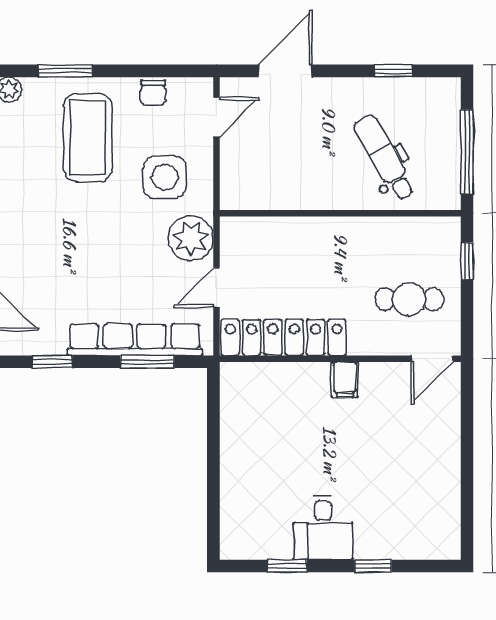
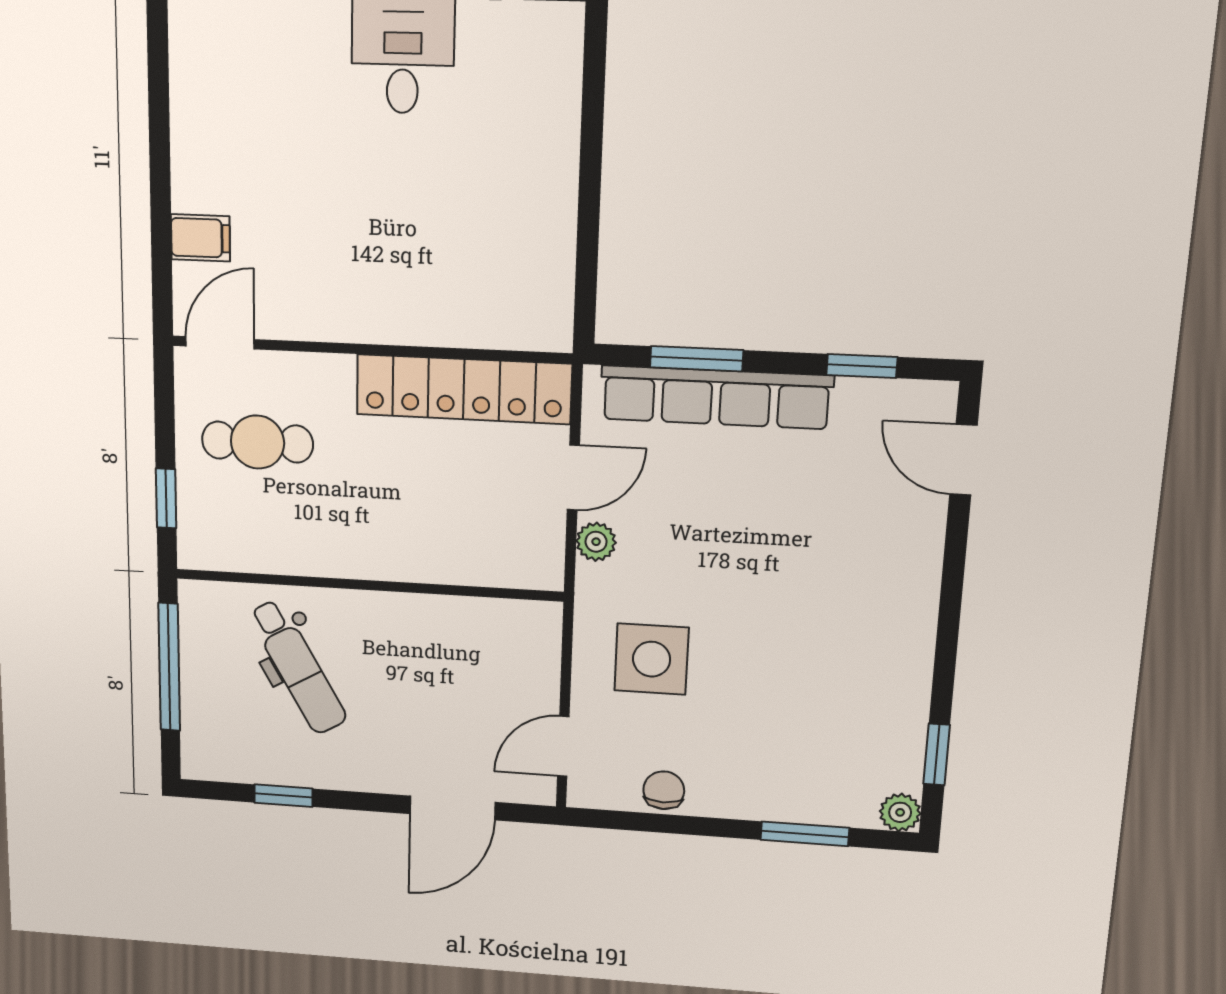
coffee table: (88, 138) -> (775, 729), removed
plant: (191, 238) -> (596, 542), width x0.53, depth x0.53
filing cabinet: (345, 380) -> (200, 238), moved, turned 90

